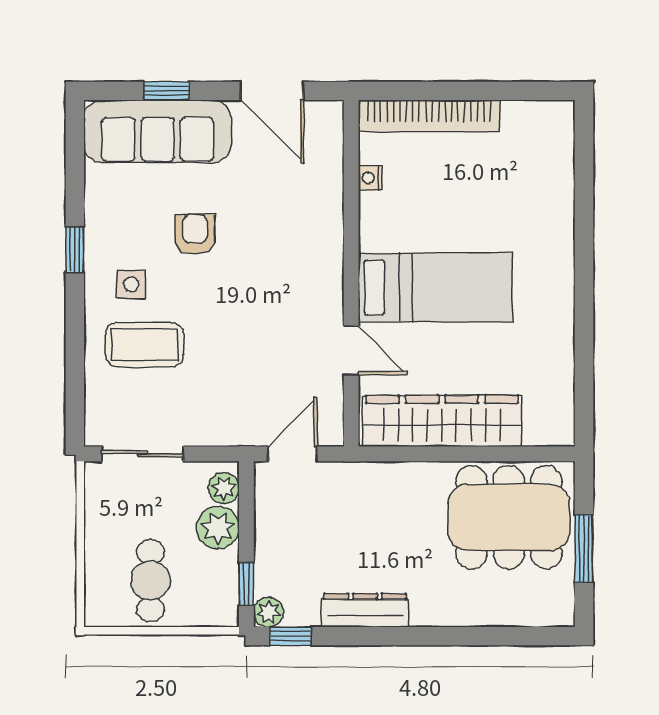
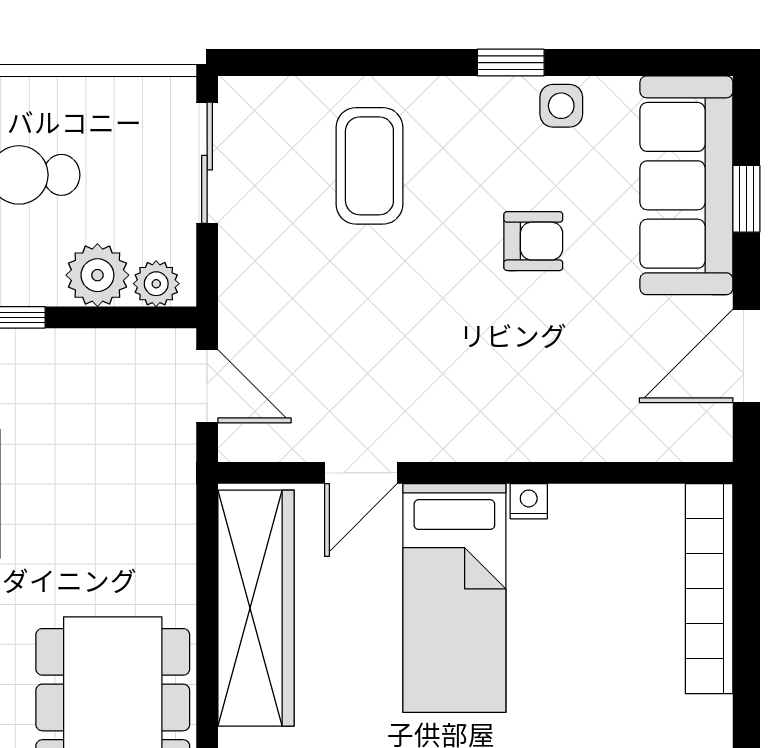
nightstand: (370, 178) -> (529, 501), moved
side table: (131, 284) -> (561, 106), moved

